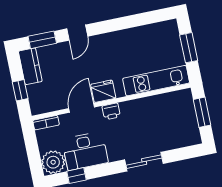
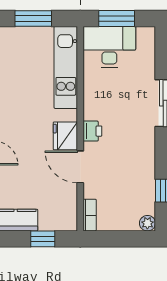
desk: (85, 151) -> (109, 47), moved, turned -90
plant: (53, 162) -> (147, 223), width x0.53, depth x0.53

